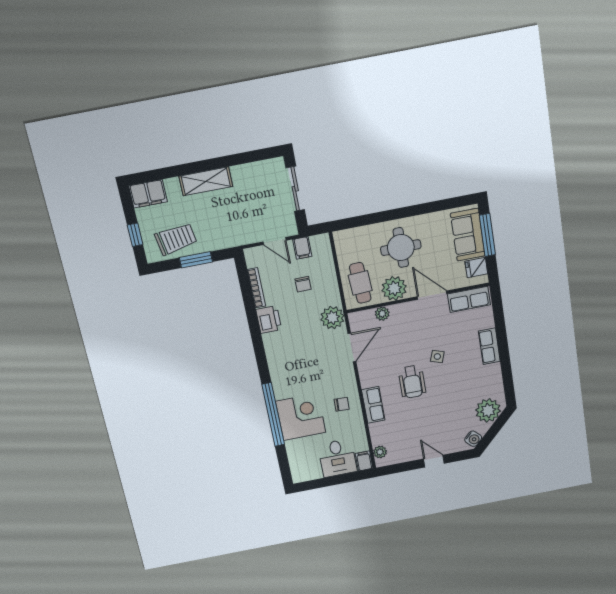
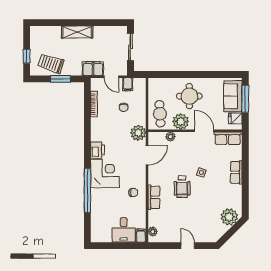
filing cabinet: (148, 194) -> (93, 69), moved, turned 180
trolley: (176, 239) -> (51, 64), turned -153
printer: (269, 319) -> (98, 150), moved
corner desk: (301, 417) -> (105, 174), moved
water cooler: (473, 439) -> (216, 235), removed

